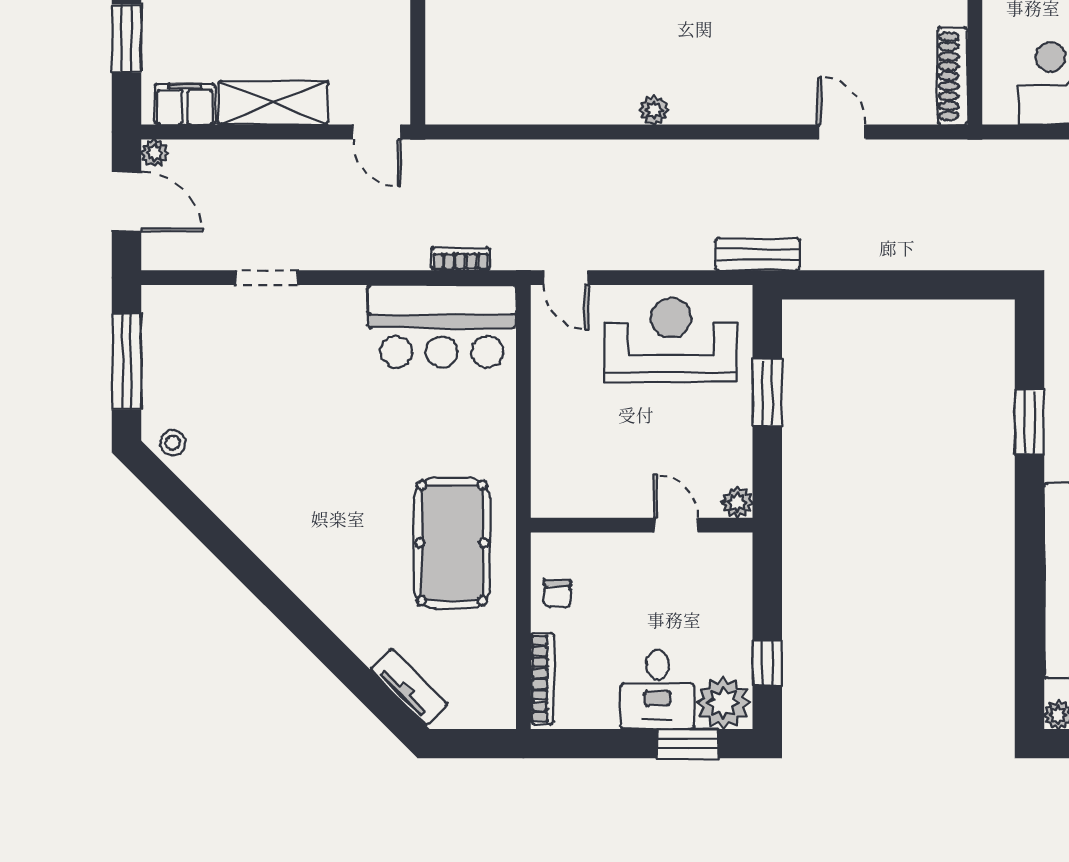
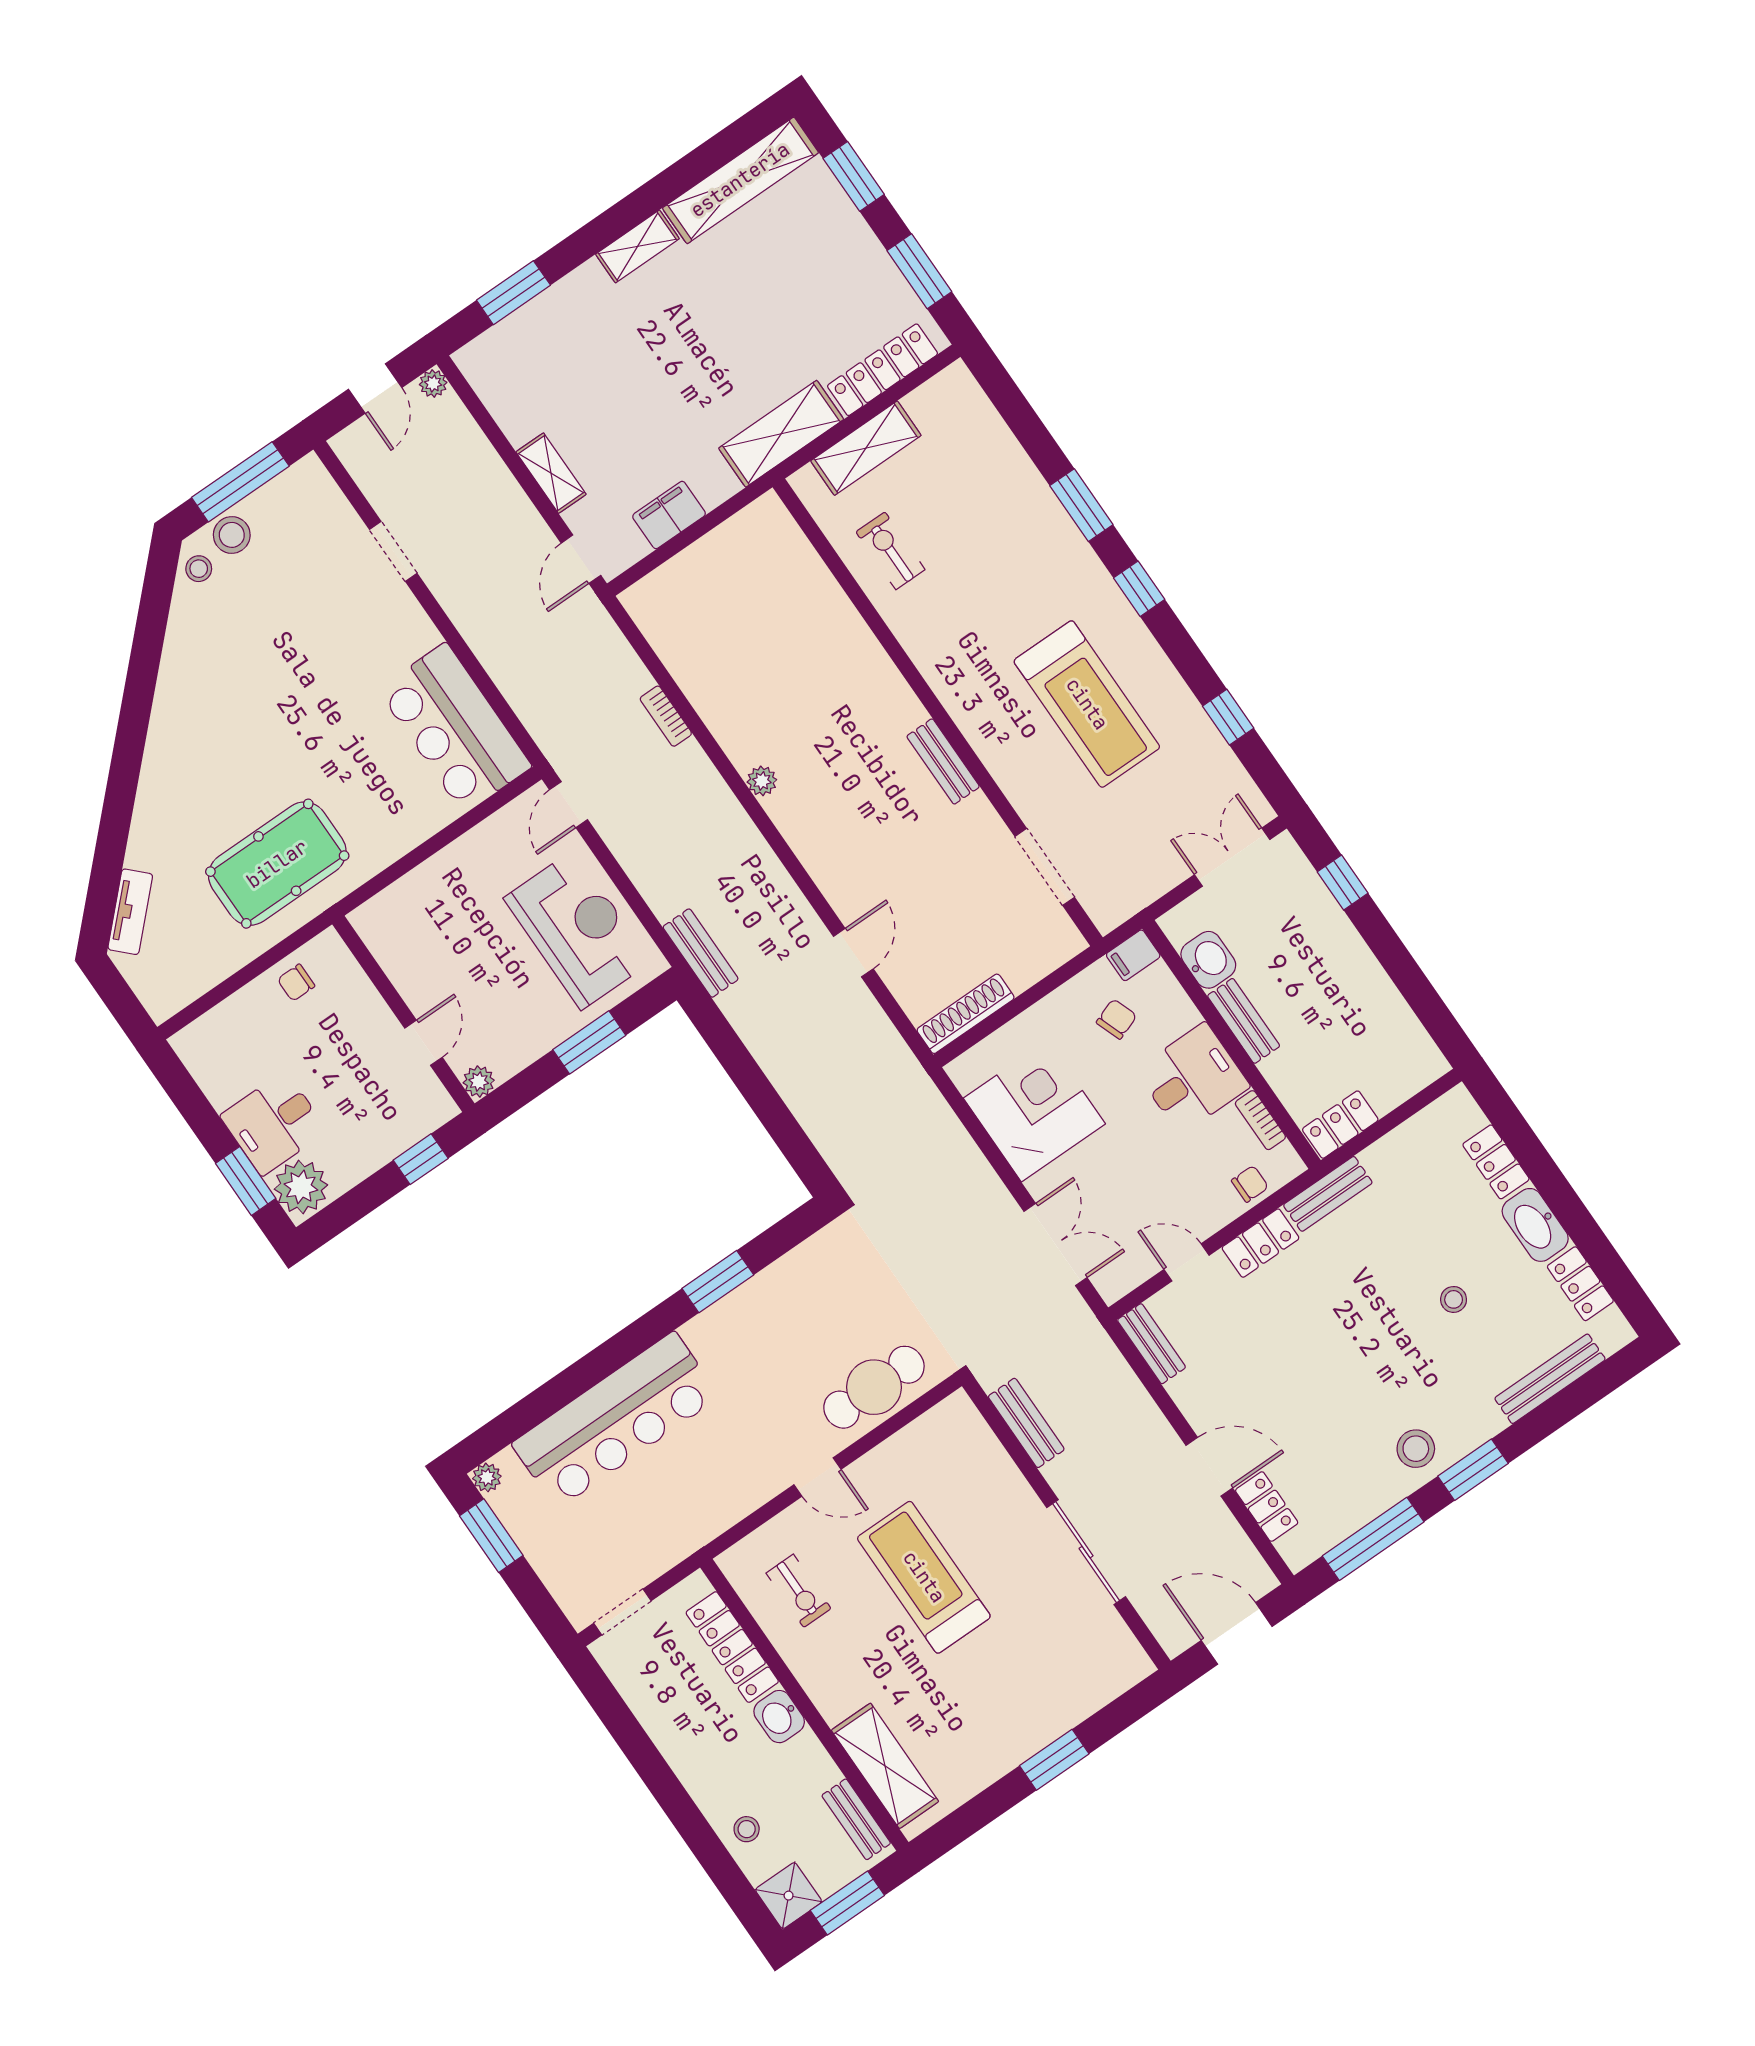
shelving: (273, 103) -> (551, 473), width x0.67, depth x0.75
filing cabinet: (185, 104) -> (669, 515), moved, turned -90
door: (126, 202) -> (375, 388), width x0.73
bookcase: (460, 259) -> (666, 716), moved, turned 180
stool: (164, 397) -> (232, 535), added
window: (767, 663) -> (421, 1159), moved
bookcase: (542, 679) -> (215, 1020), removed

